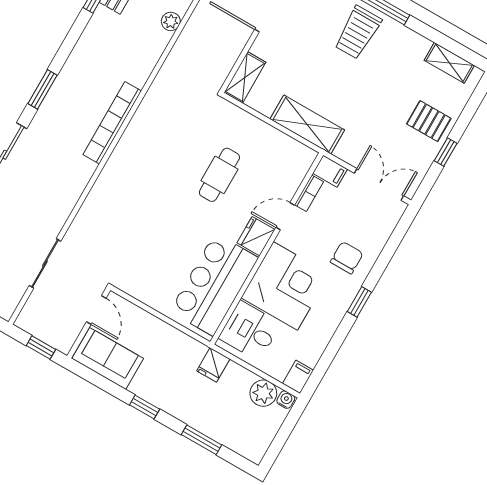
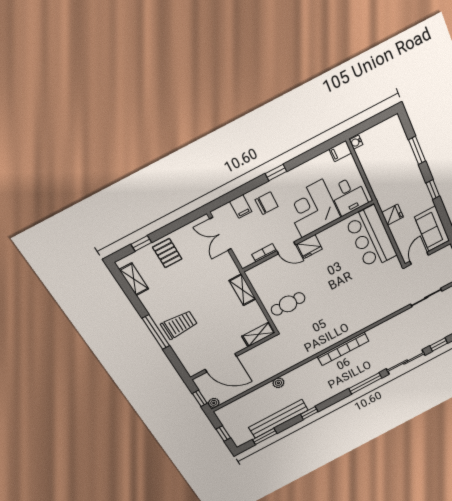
window: (42, 89) -> (365, 383), width x1.44
shelving: (307, 124) -> (242, 290), width x0.67, depth x0.75
window: (446, 152) -> (141, 243), moved
filing cabinet: (330, 171) -> (241, 206), moved, turned 180
cafe table: (219, 175) -> (288, 304), moved
chair: (347, 258) -> (267, 203), turned 180
bar counter: (214, 285) -> (371, 238), moved, turned 90
fridge: (213, 365) -> (393, 215), moved
plant: (263, 393) -> (366, 155), removed

